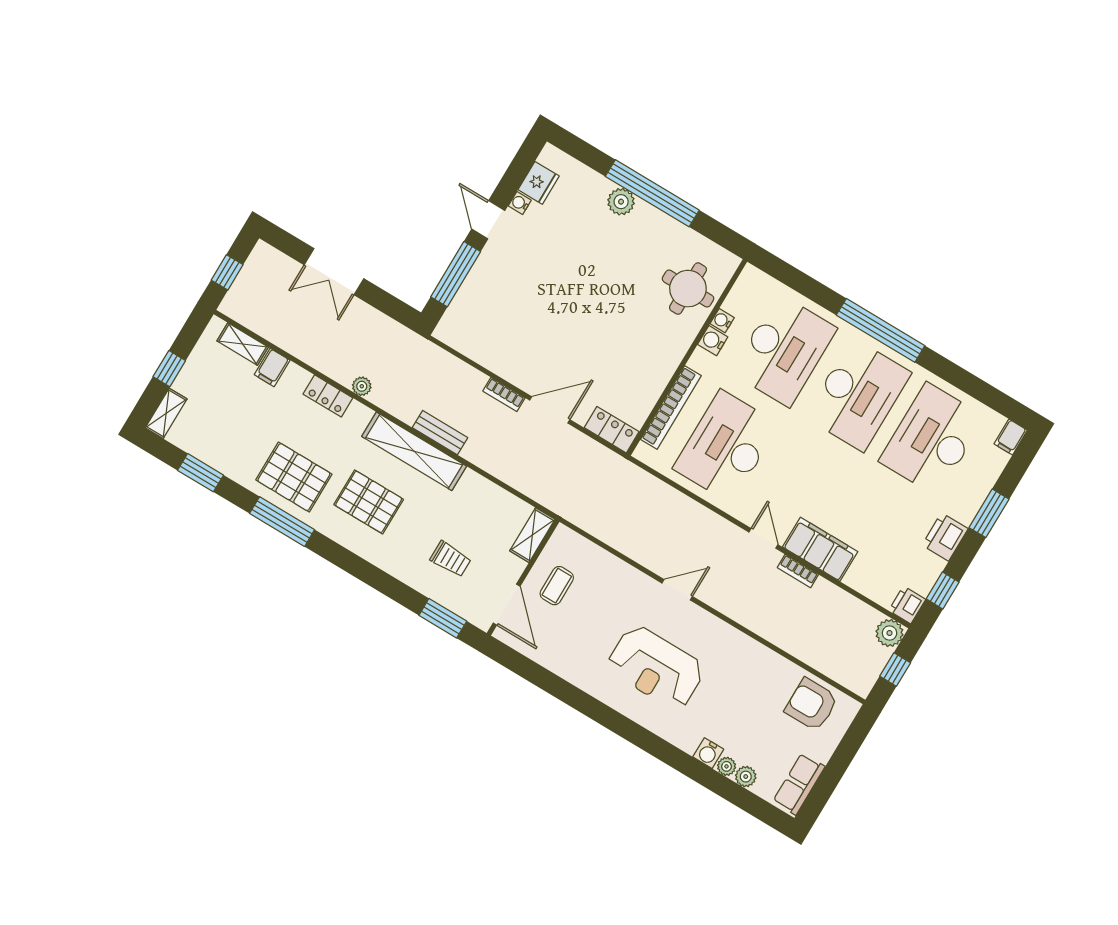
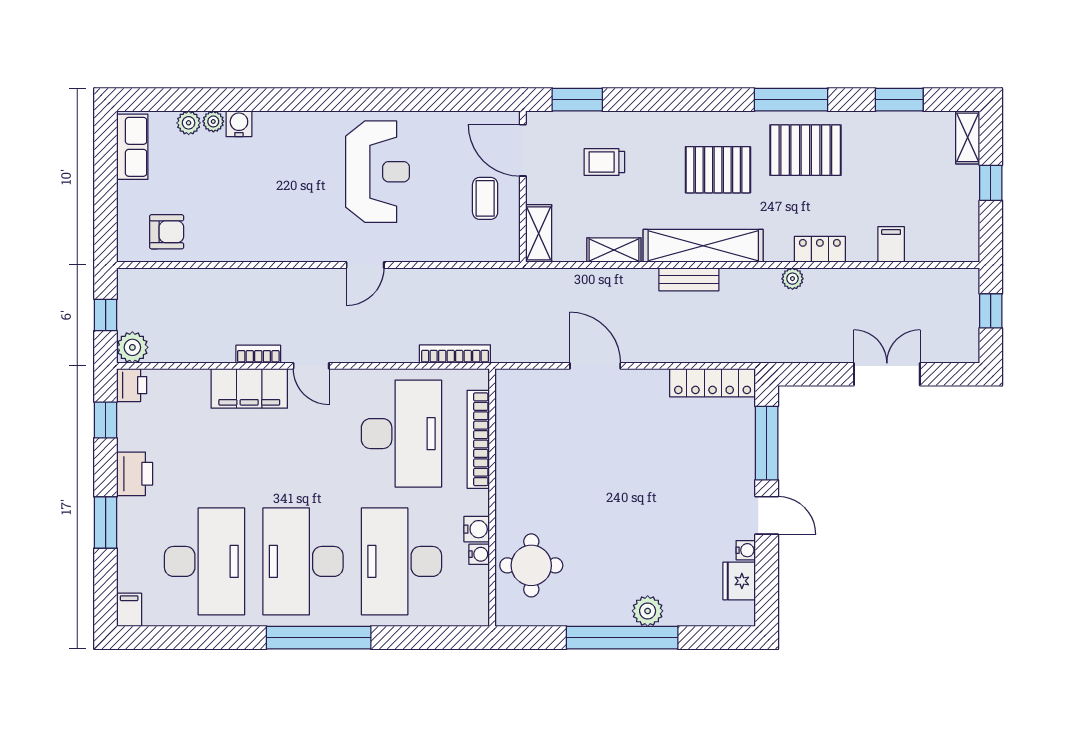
shelving: (243, 344) -> (614, 250), moved
bookcase: (504, 395) -> (455, 354), moved, width x1.56
door: (550, 410) -> (595, 366), swing flipped
locker: (612, 430) -> (713, 383), moved, width x1.53
reception desk: (656, 667) -> (378, 172), moved, turned 90
armchair: (812, 704) -> (167, 232), width x0.72, depth x0.72

